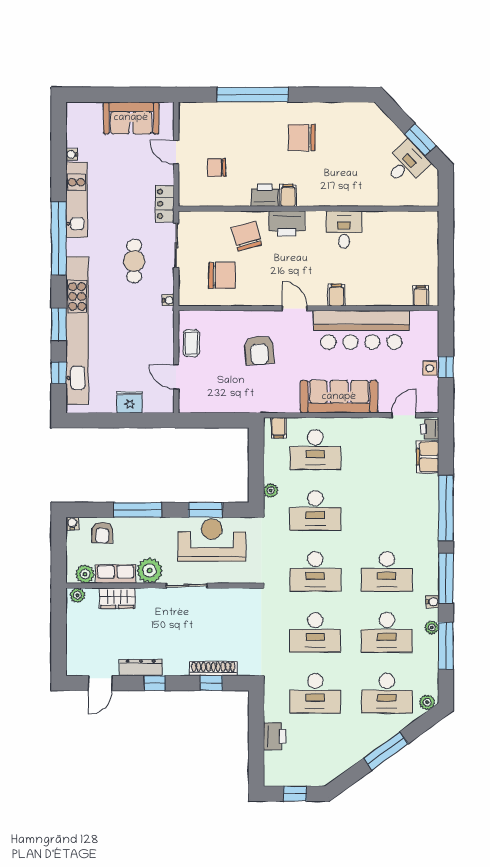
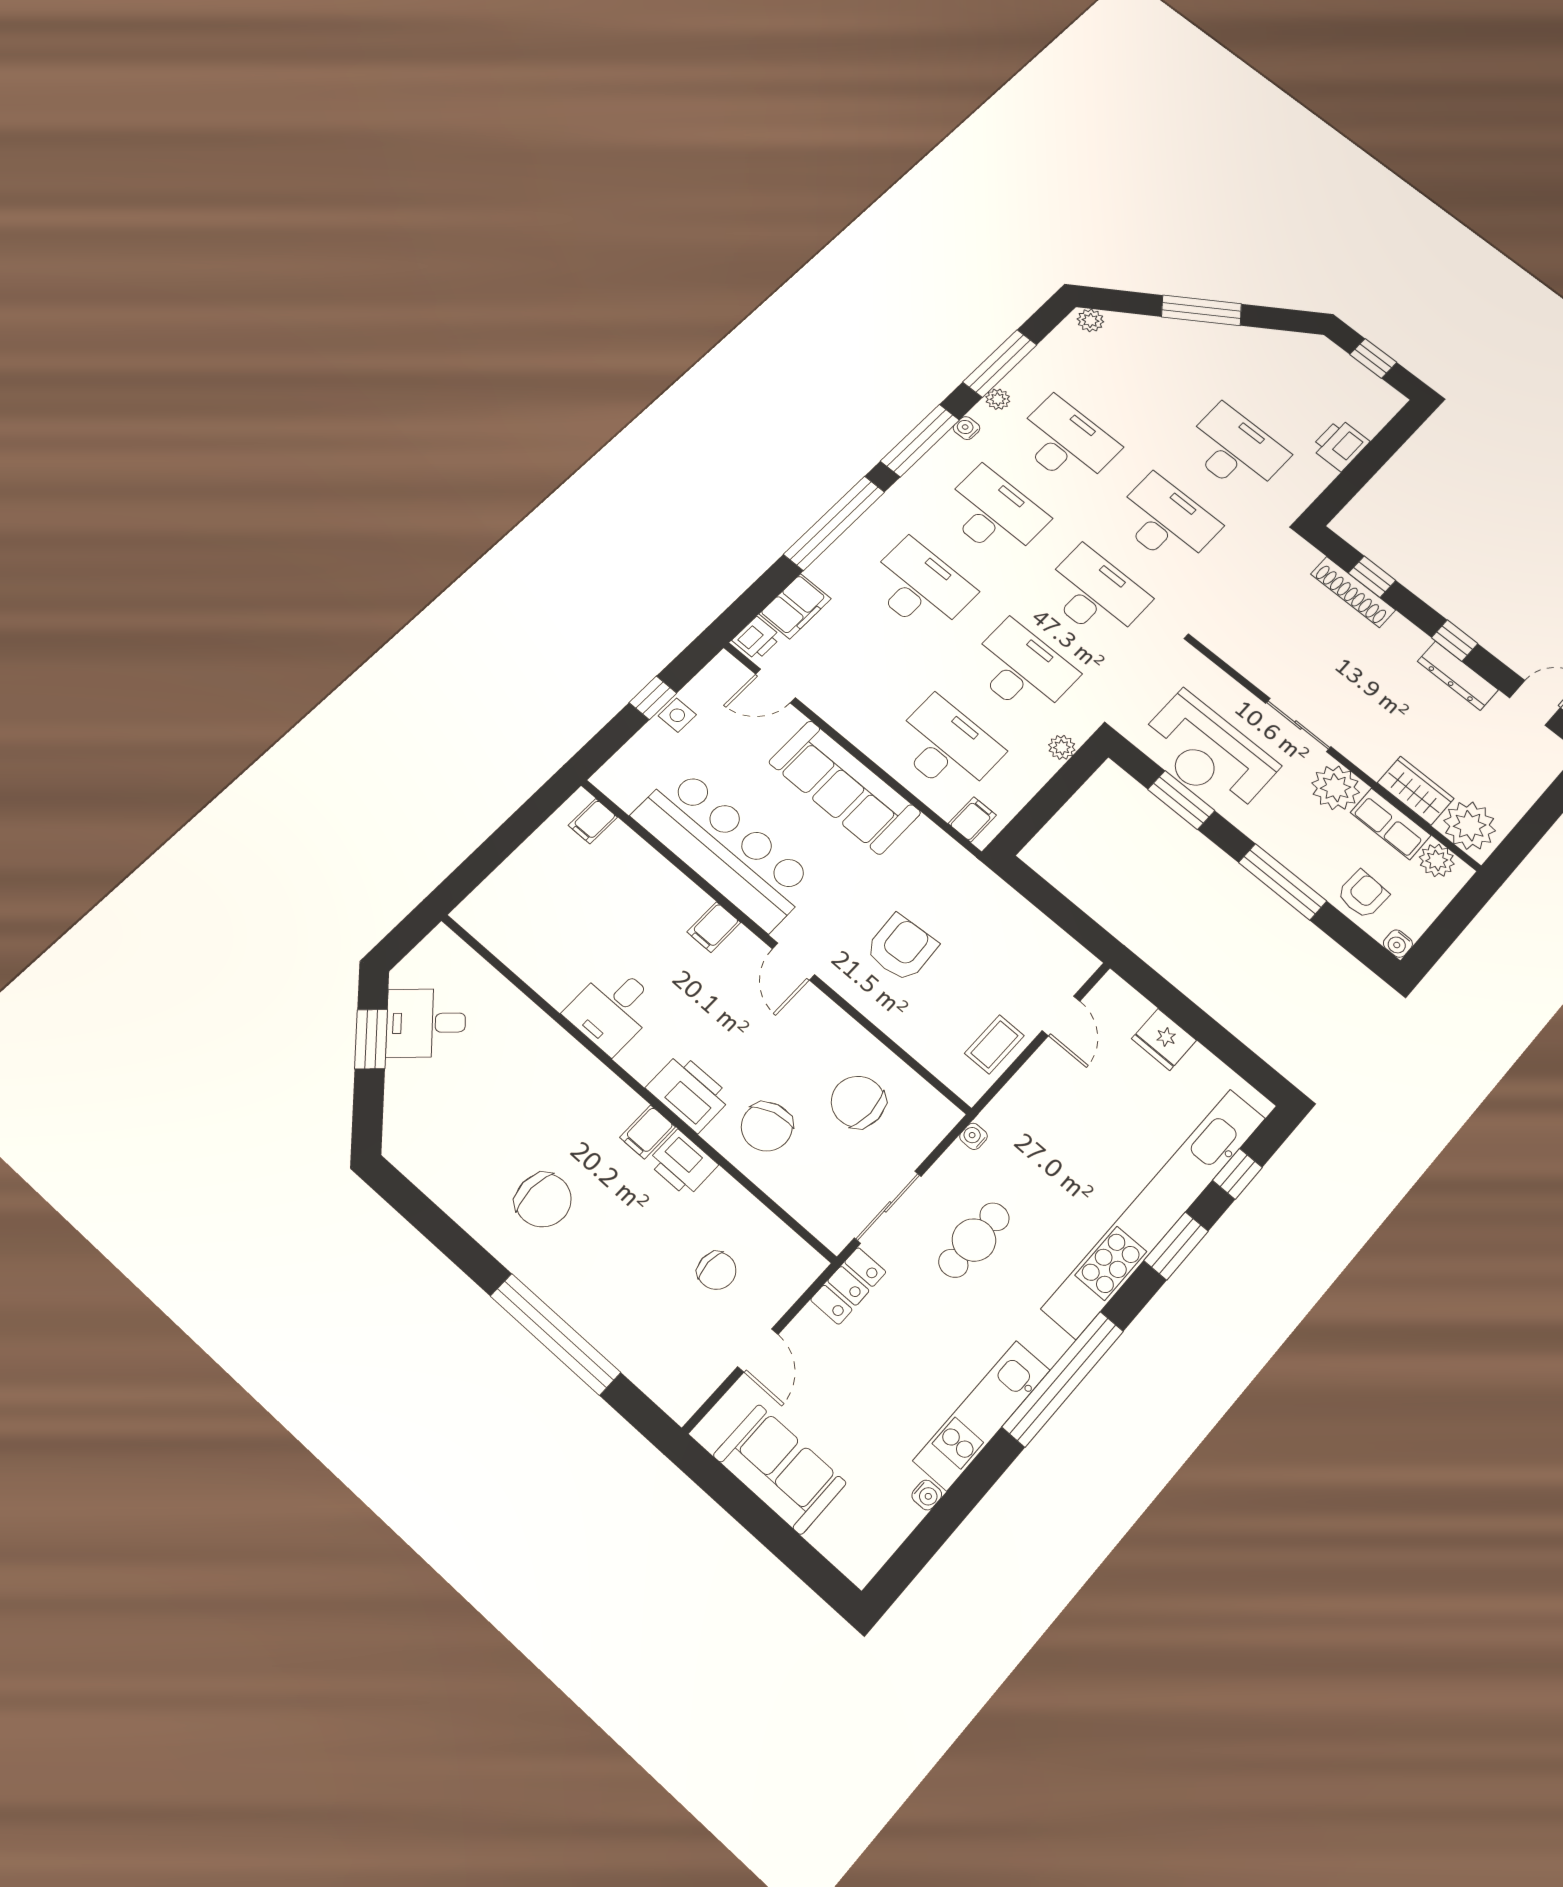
plant: (77, 595) -> (1470, 826), width x1.87, depth x1.87
desk: (387, 693) -> (920, 587), moved

